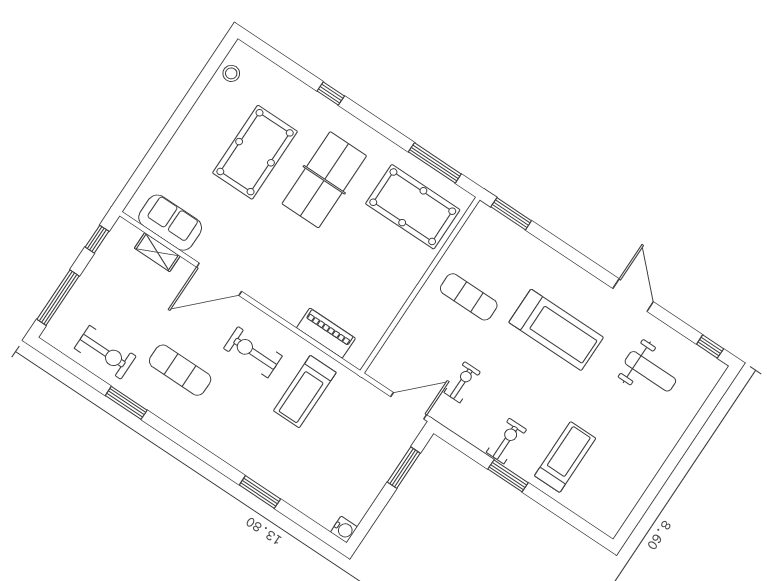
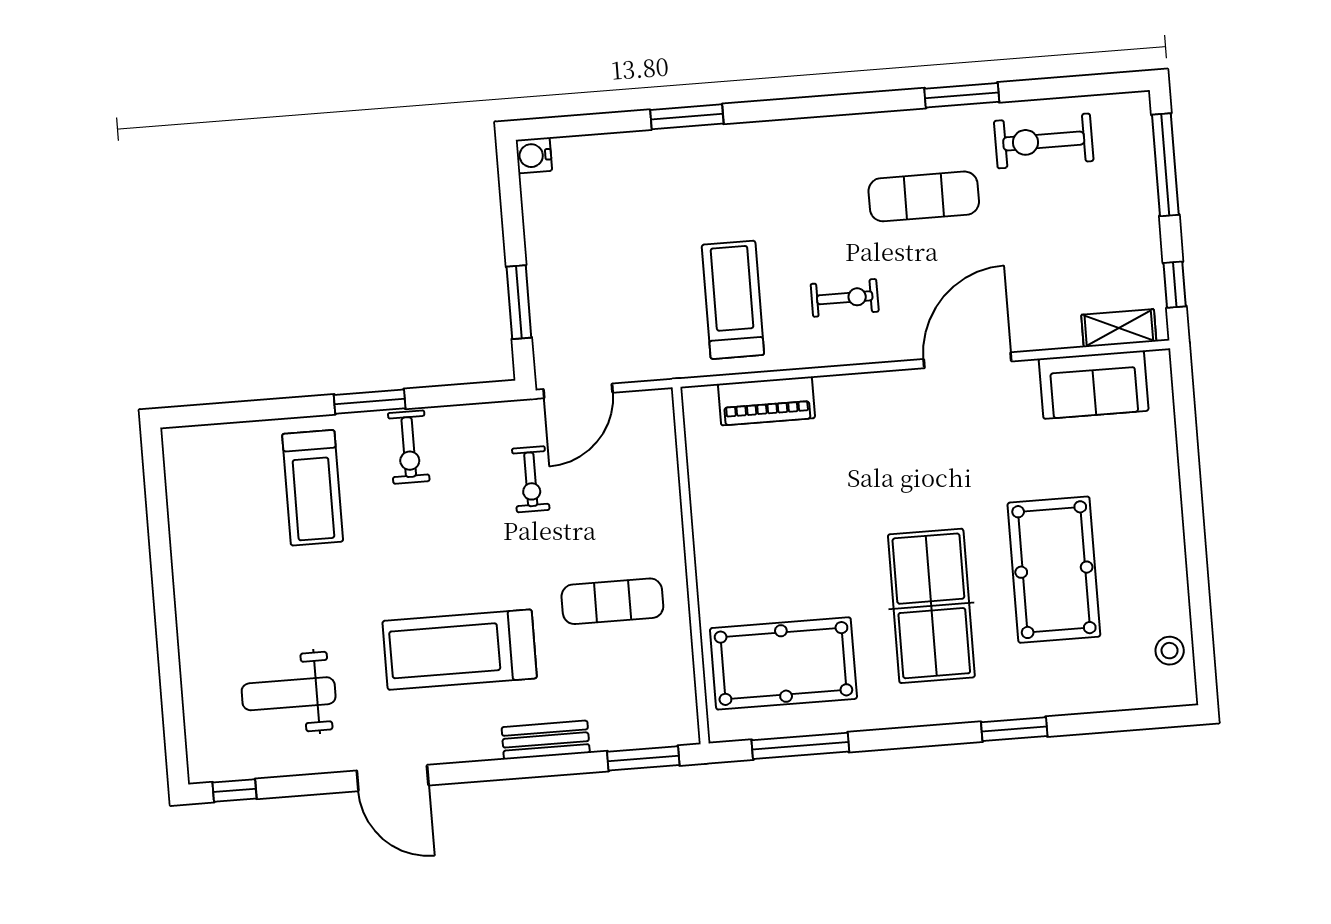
window: (331, 93) -> (1014, 729), width x1.50
shelving: (157, 252) -> (1119, 328), moved
bench: (549, 257) -> (546, 740), added
exercise bike: (253, 352) -> (845, 298), width x0.73, depth x0.72

